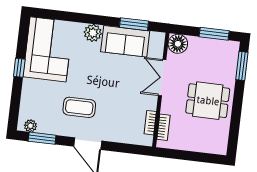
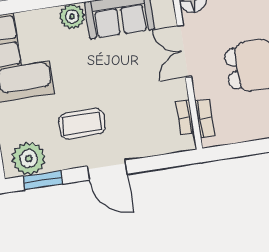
plant: (30, 126) -> (29, 159), width x1.88, depth x1.88

